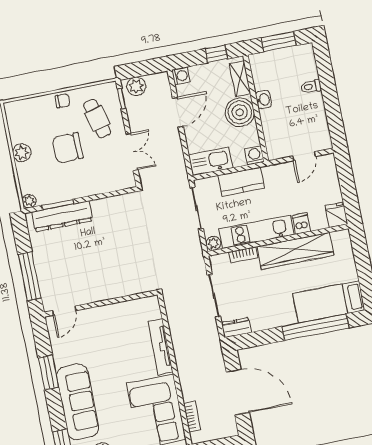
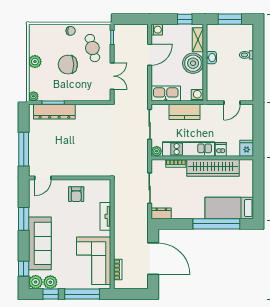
plant: (136, 86) -> (124, 31), removed
armchair: (114, 324) -> (76, 194), added
tv unit: (160, 347) -> (105, 216), width x0.71

